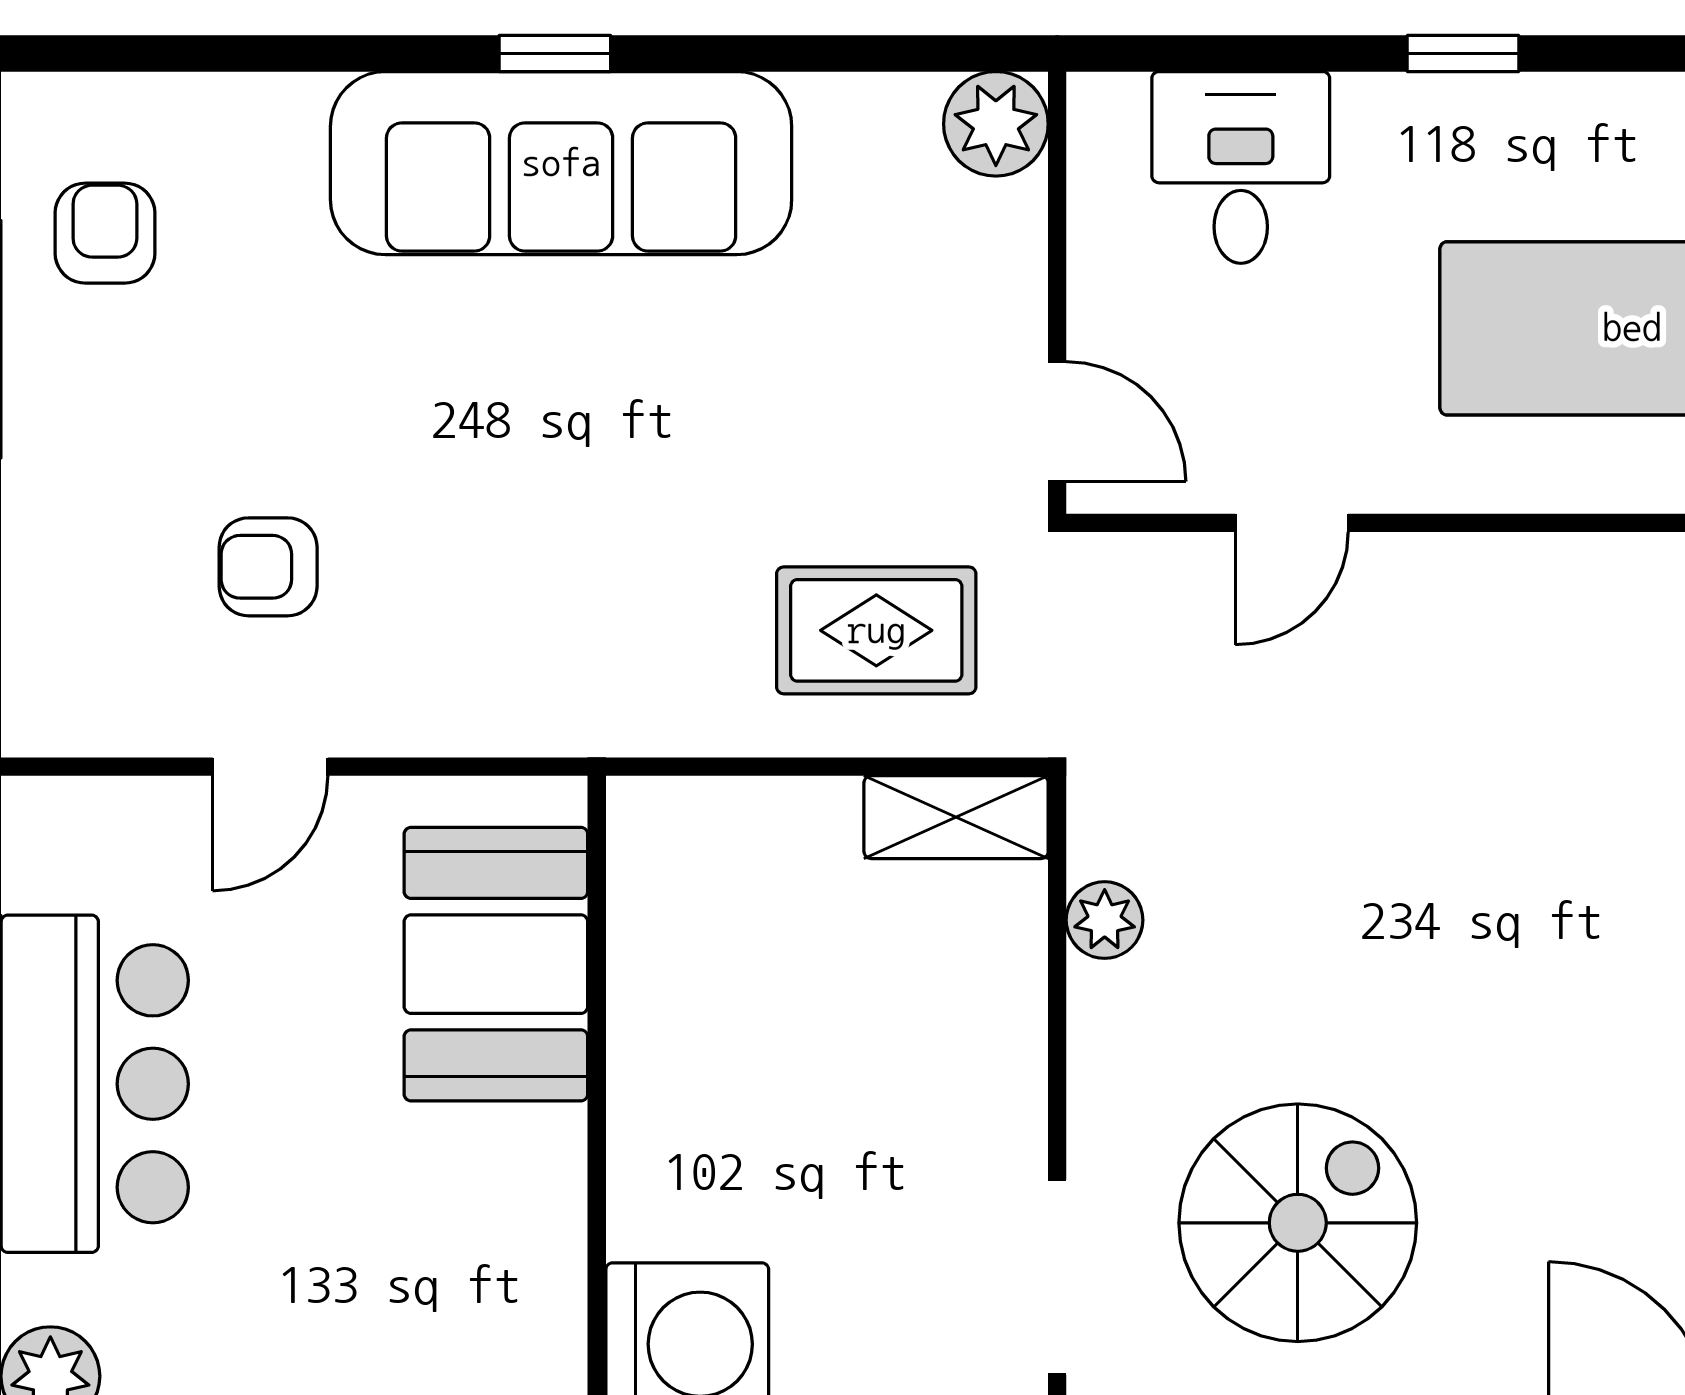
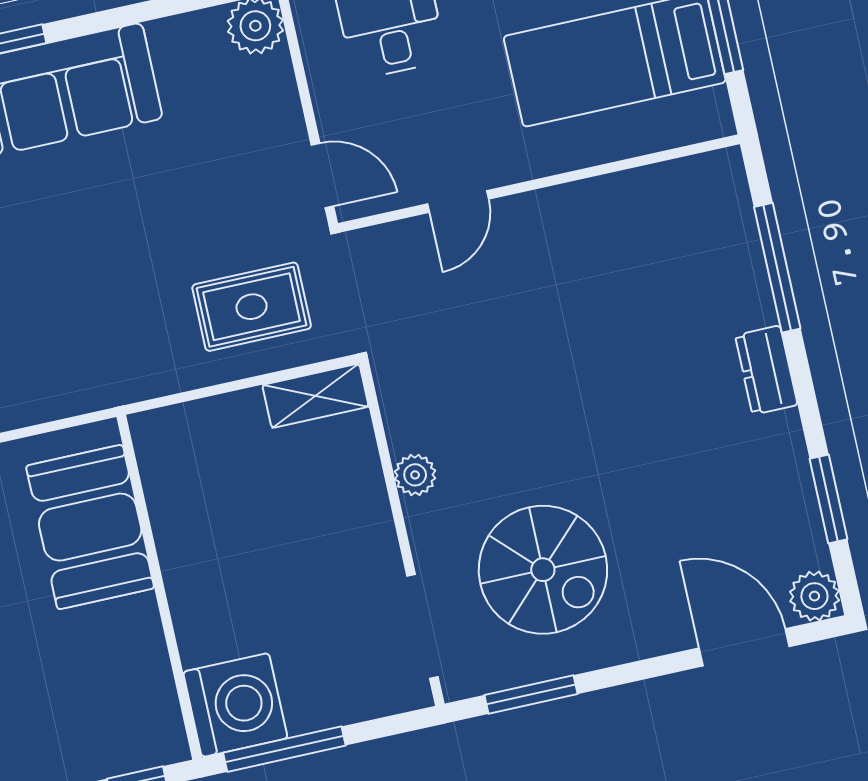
plant: (1105, 920) -> (415, 475), moved
spiral stairs: (1298, 1223) -> (543, 570), turned 90

